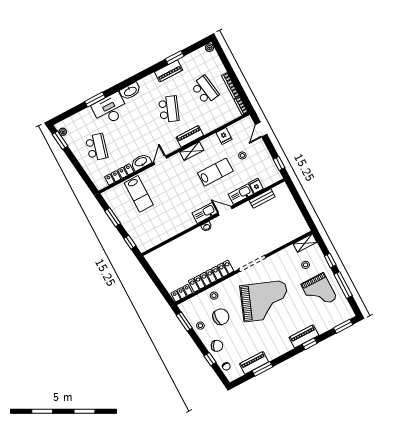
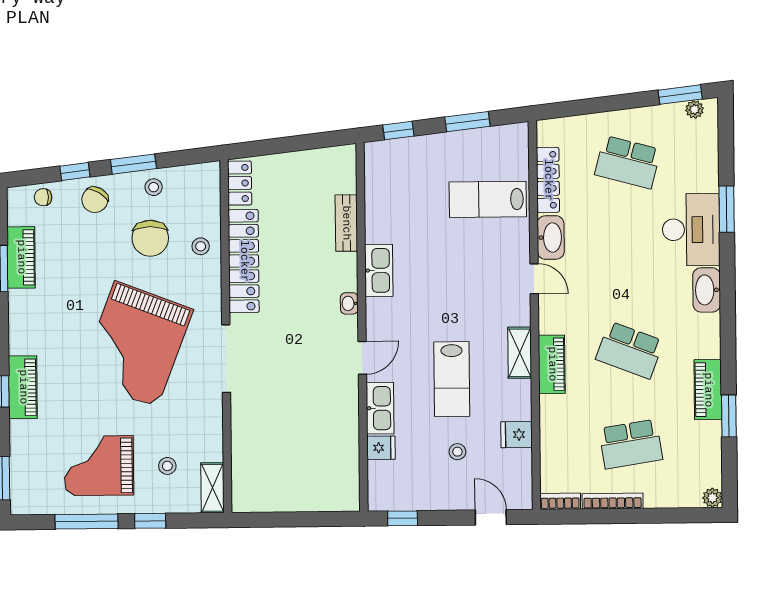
bench: (262, 198) -> (346, 223), moved
kitchen sink: (205, 213) -> (379, 270), moved
window: (184, 322) -> (133, 164), moved

